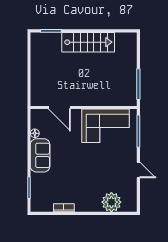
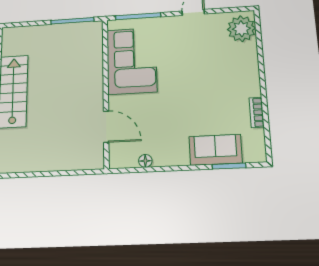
door: (59, 108) -> (106, 127), hinge flipped
sofa: (40, 155) -> (215, 150), moved
plant: (111, 202) -> (241, 29), moved

